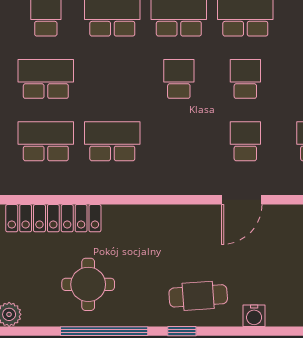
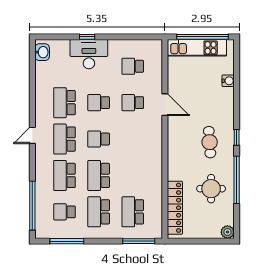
school desk: (112, 141) -> (99, 175), moved
cafe table: (198, 296) -> (210, 142), moved
water cooler: (254, 316) -> (228, 81), moved

